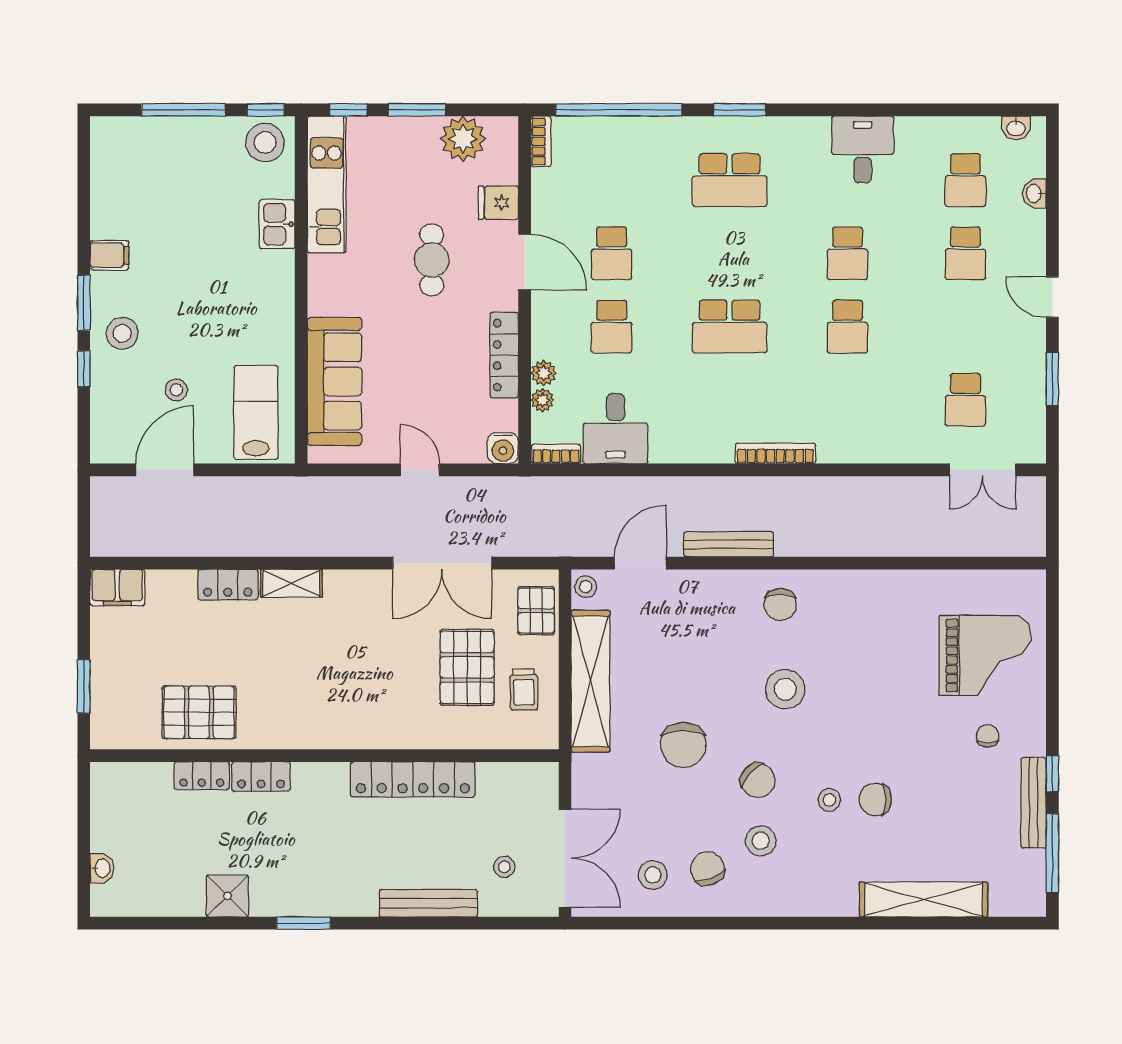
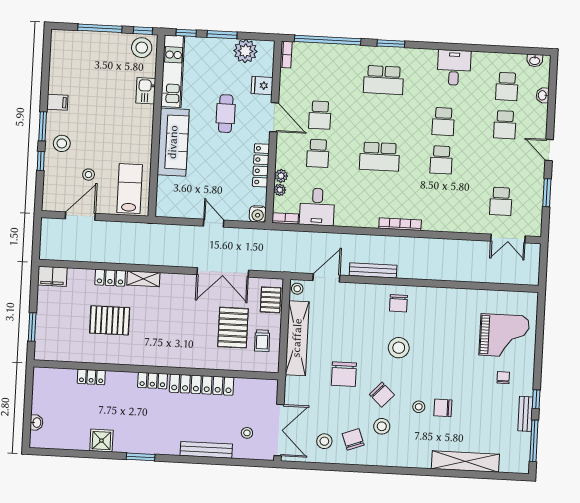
sofa: (335, 381) -> (173, 142), moved
pallet: (199, 712) -> (110, 320), moved
locker: (261, 777) -> (152, 381), moved
bench: (1034, 803) -> (525, 414), width x0.73

